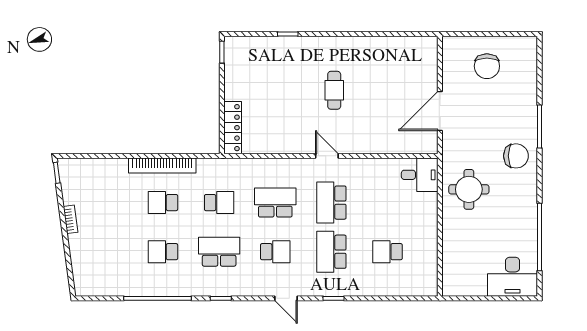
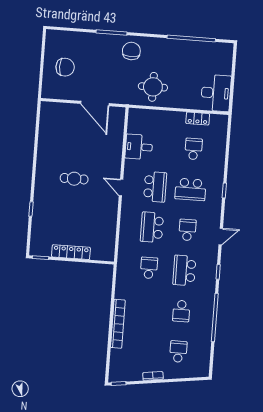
locker: (233, 128) -> (71, 252), moved
door: (327, 156) -> (121, 187), hinge flipped
bookcase: (162, 166) -> (118, 324), moved
desk: (420, 175) -> (139, 147), moved, turned -90
school desk: (163, 203) -> (178, 352), moved, turned 180
school desk: (331, 203) -> (155, 187), turned -90
school desk: (388, 252) -> (194, 149), turned 180
locker: (430, 254) -> (198, 119), added
desk: (513, 277) -> (216, 93), moved
door: (286, 298) -> (221, 236), moved

